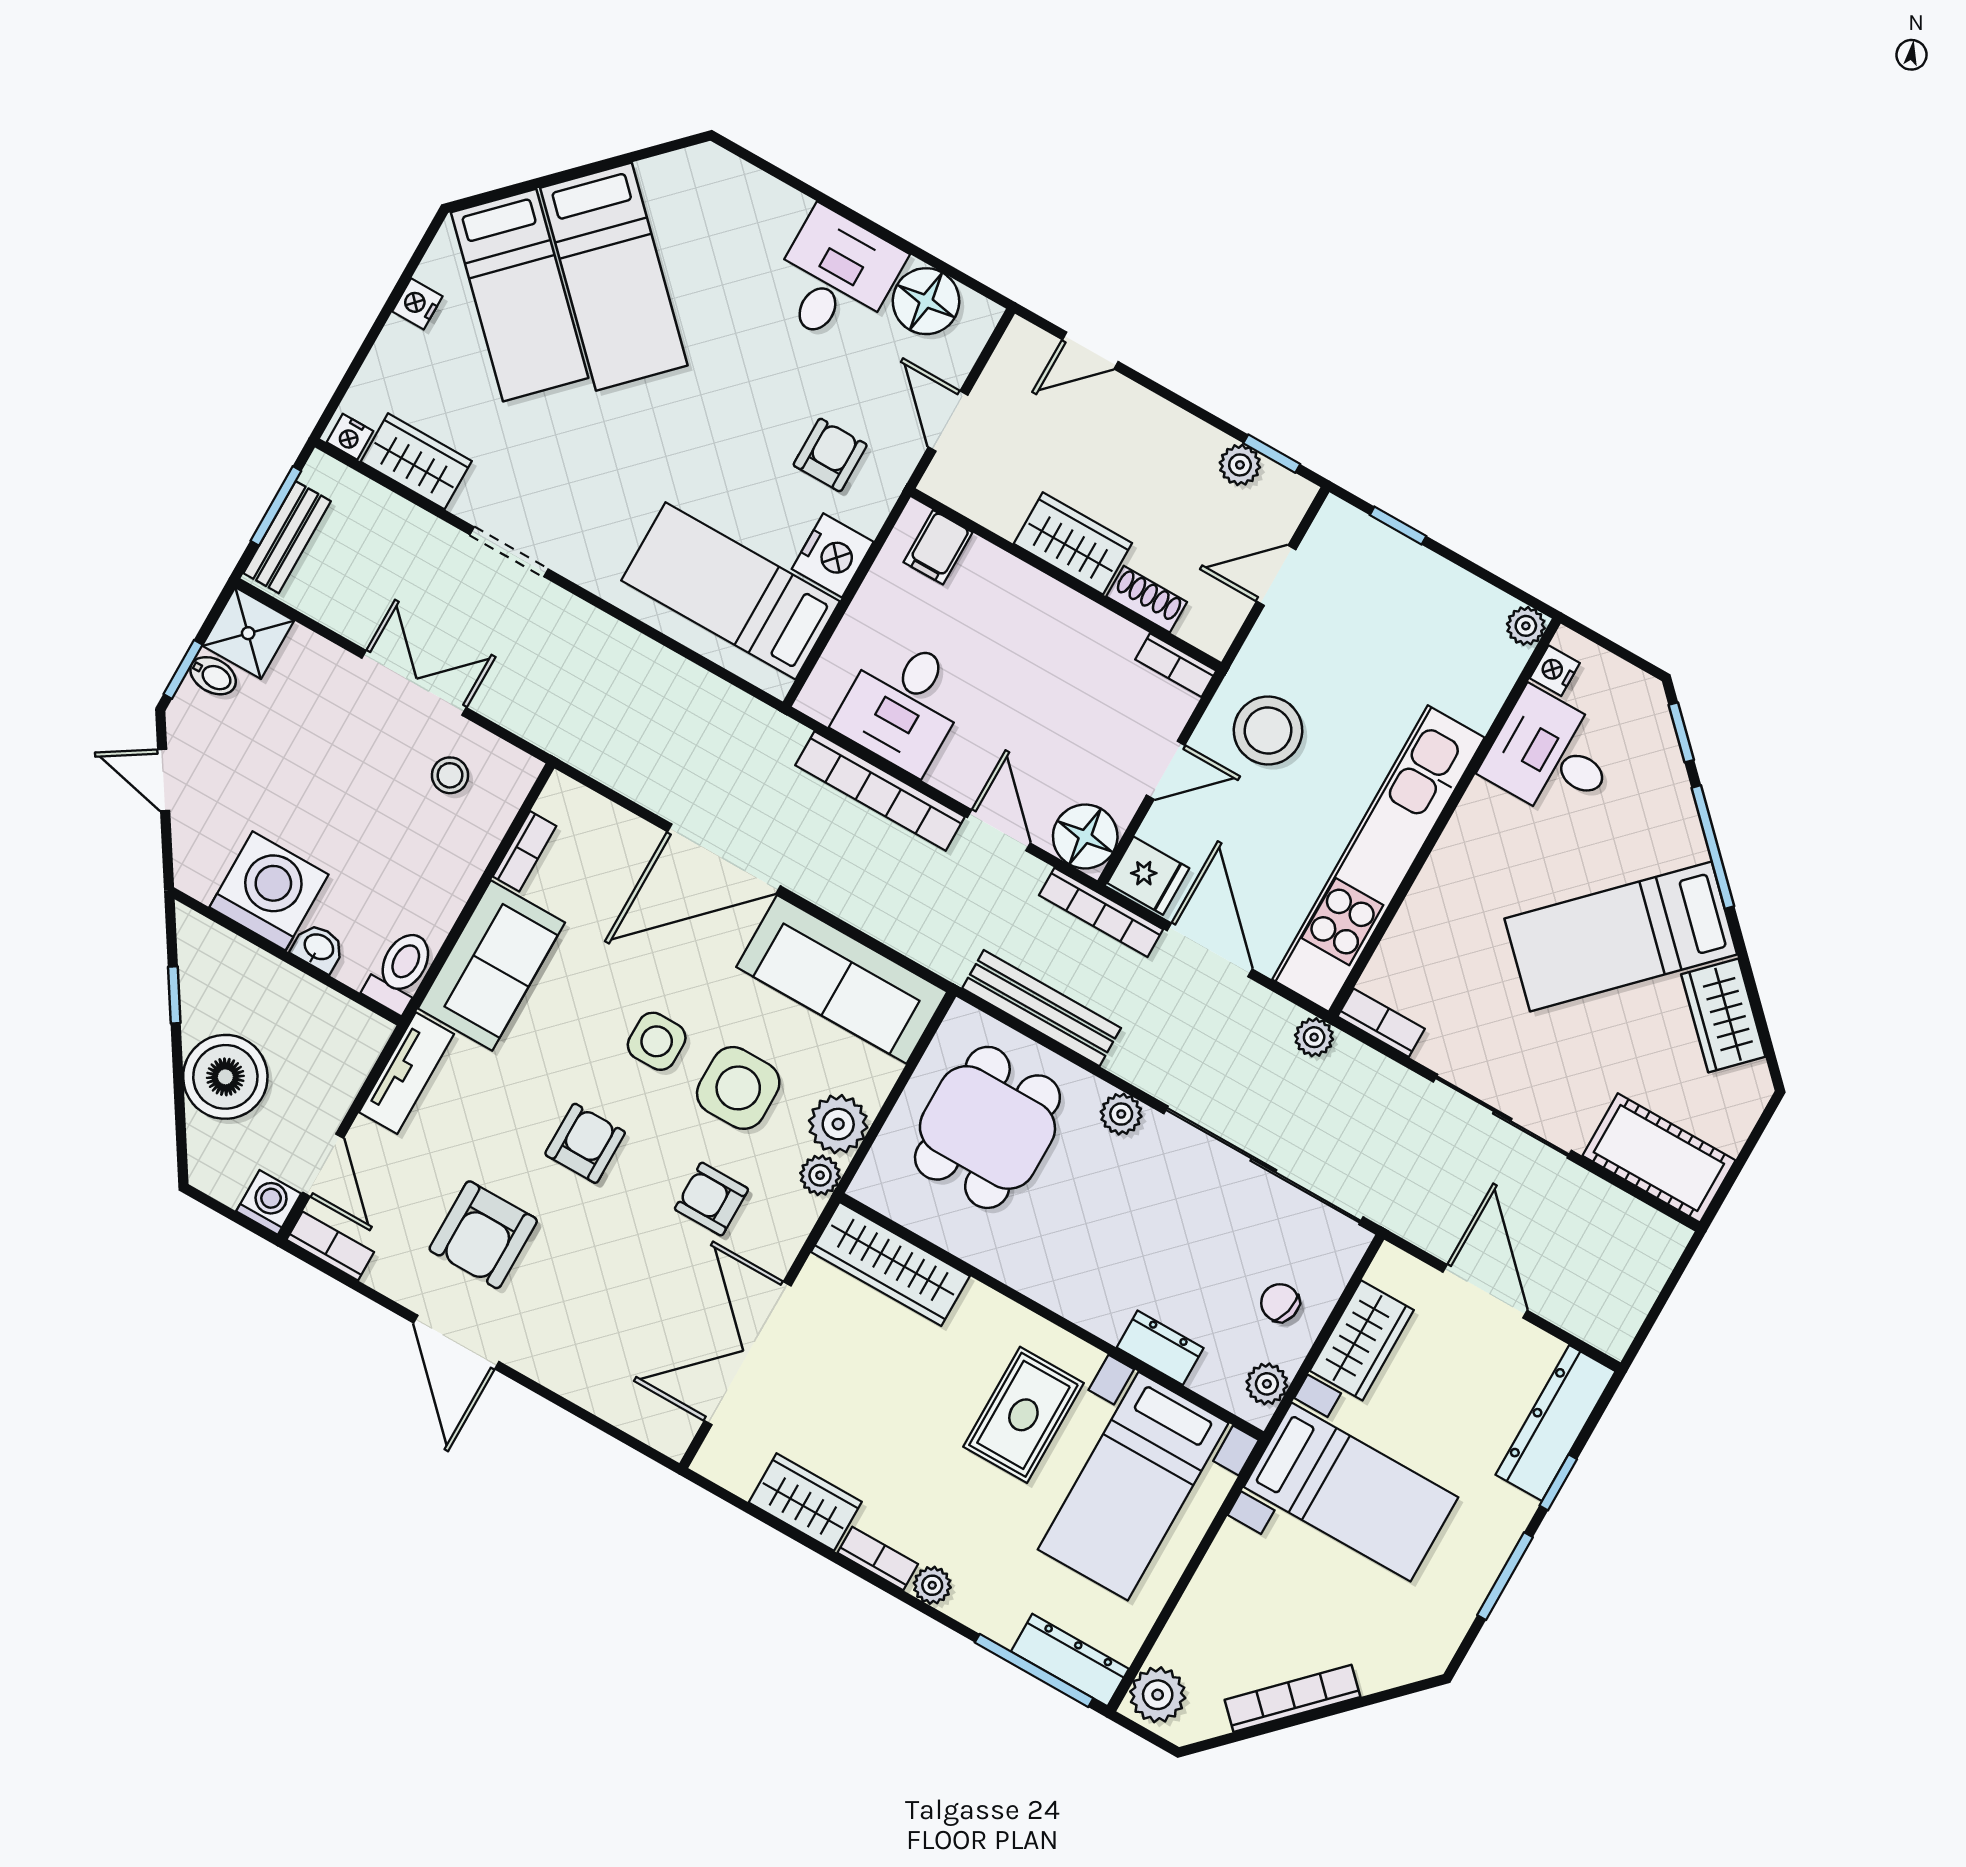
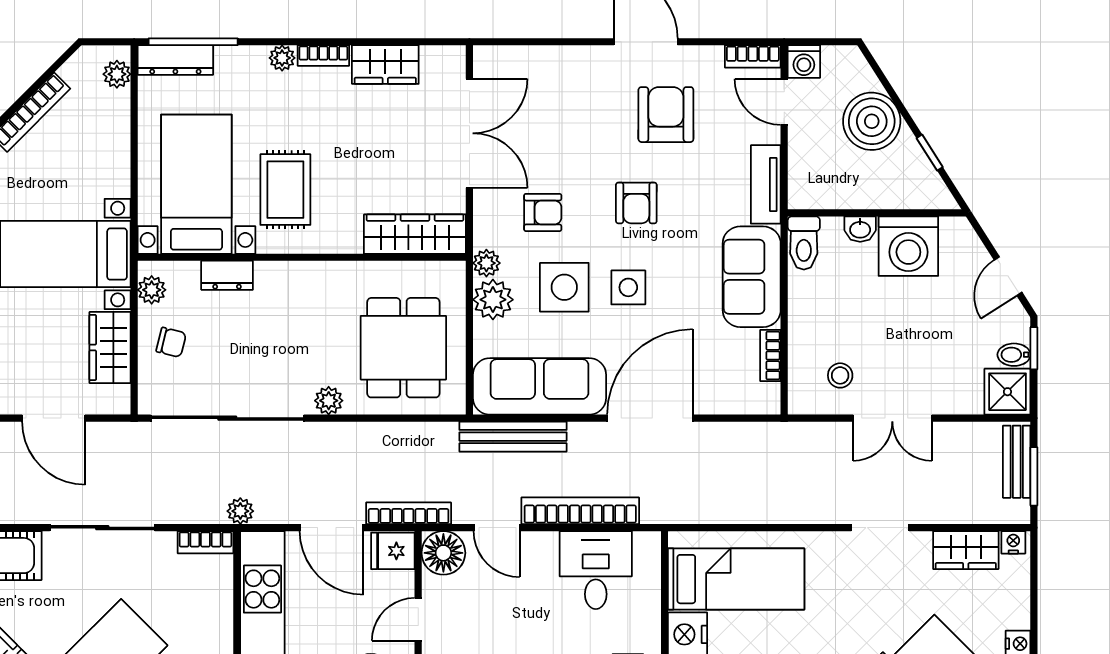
door: (164, 780) -> (1008, 276), swing flipped
bench: (1042, 1008) -> (513, 437), moved
plant: (1158, 1695) -> (117, 74), width x0.73, depth x0.73

